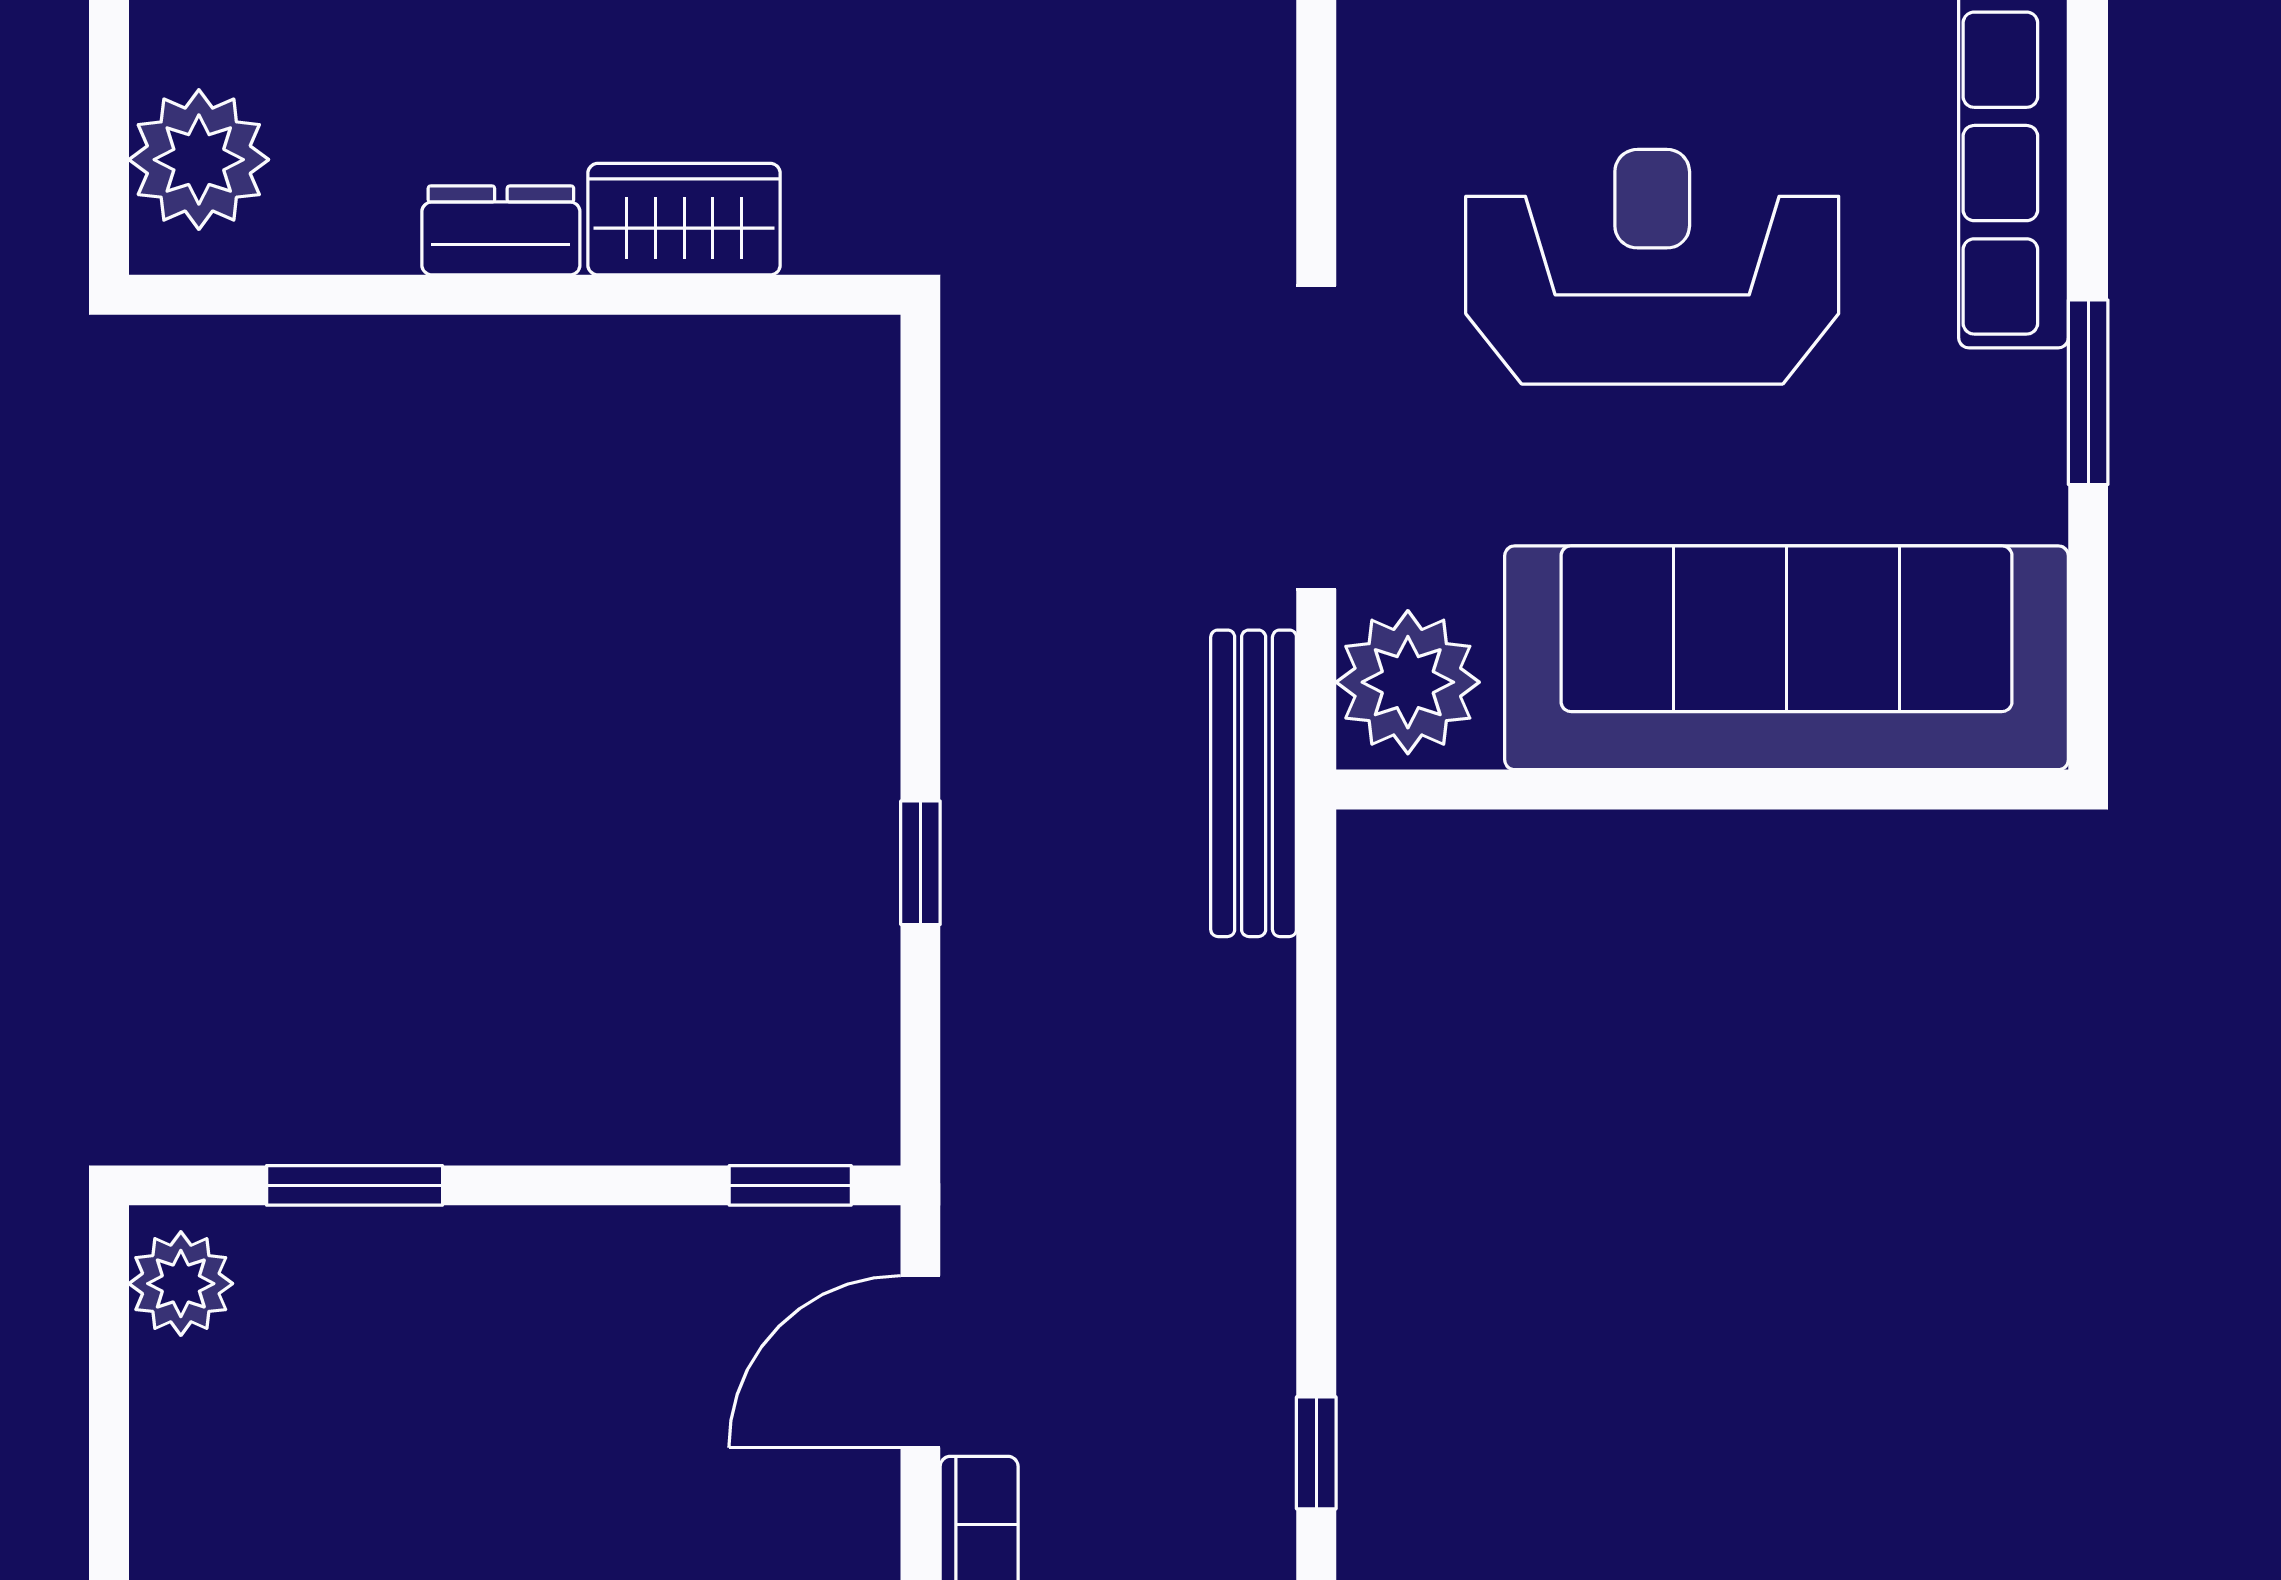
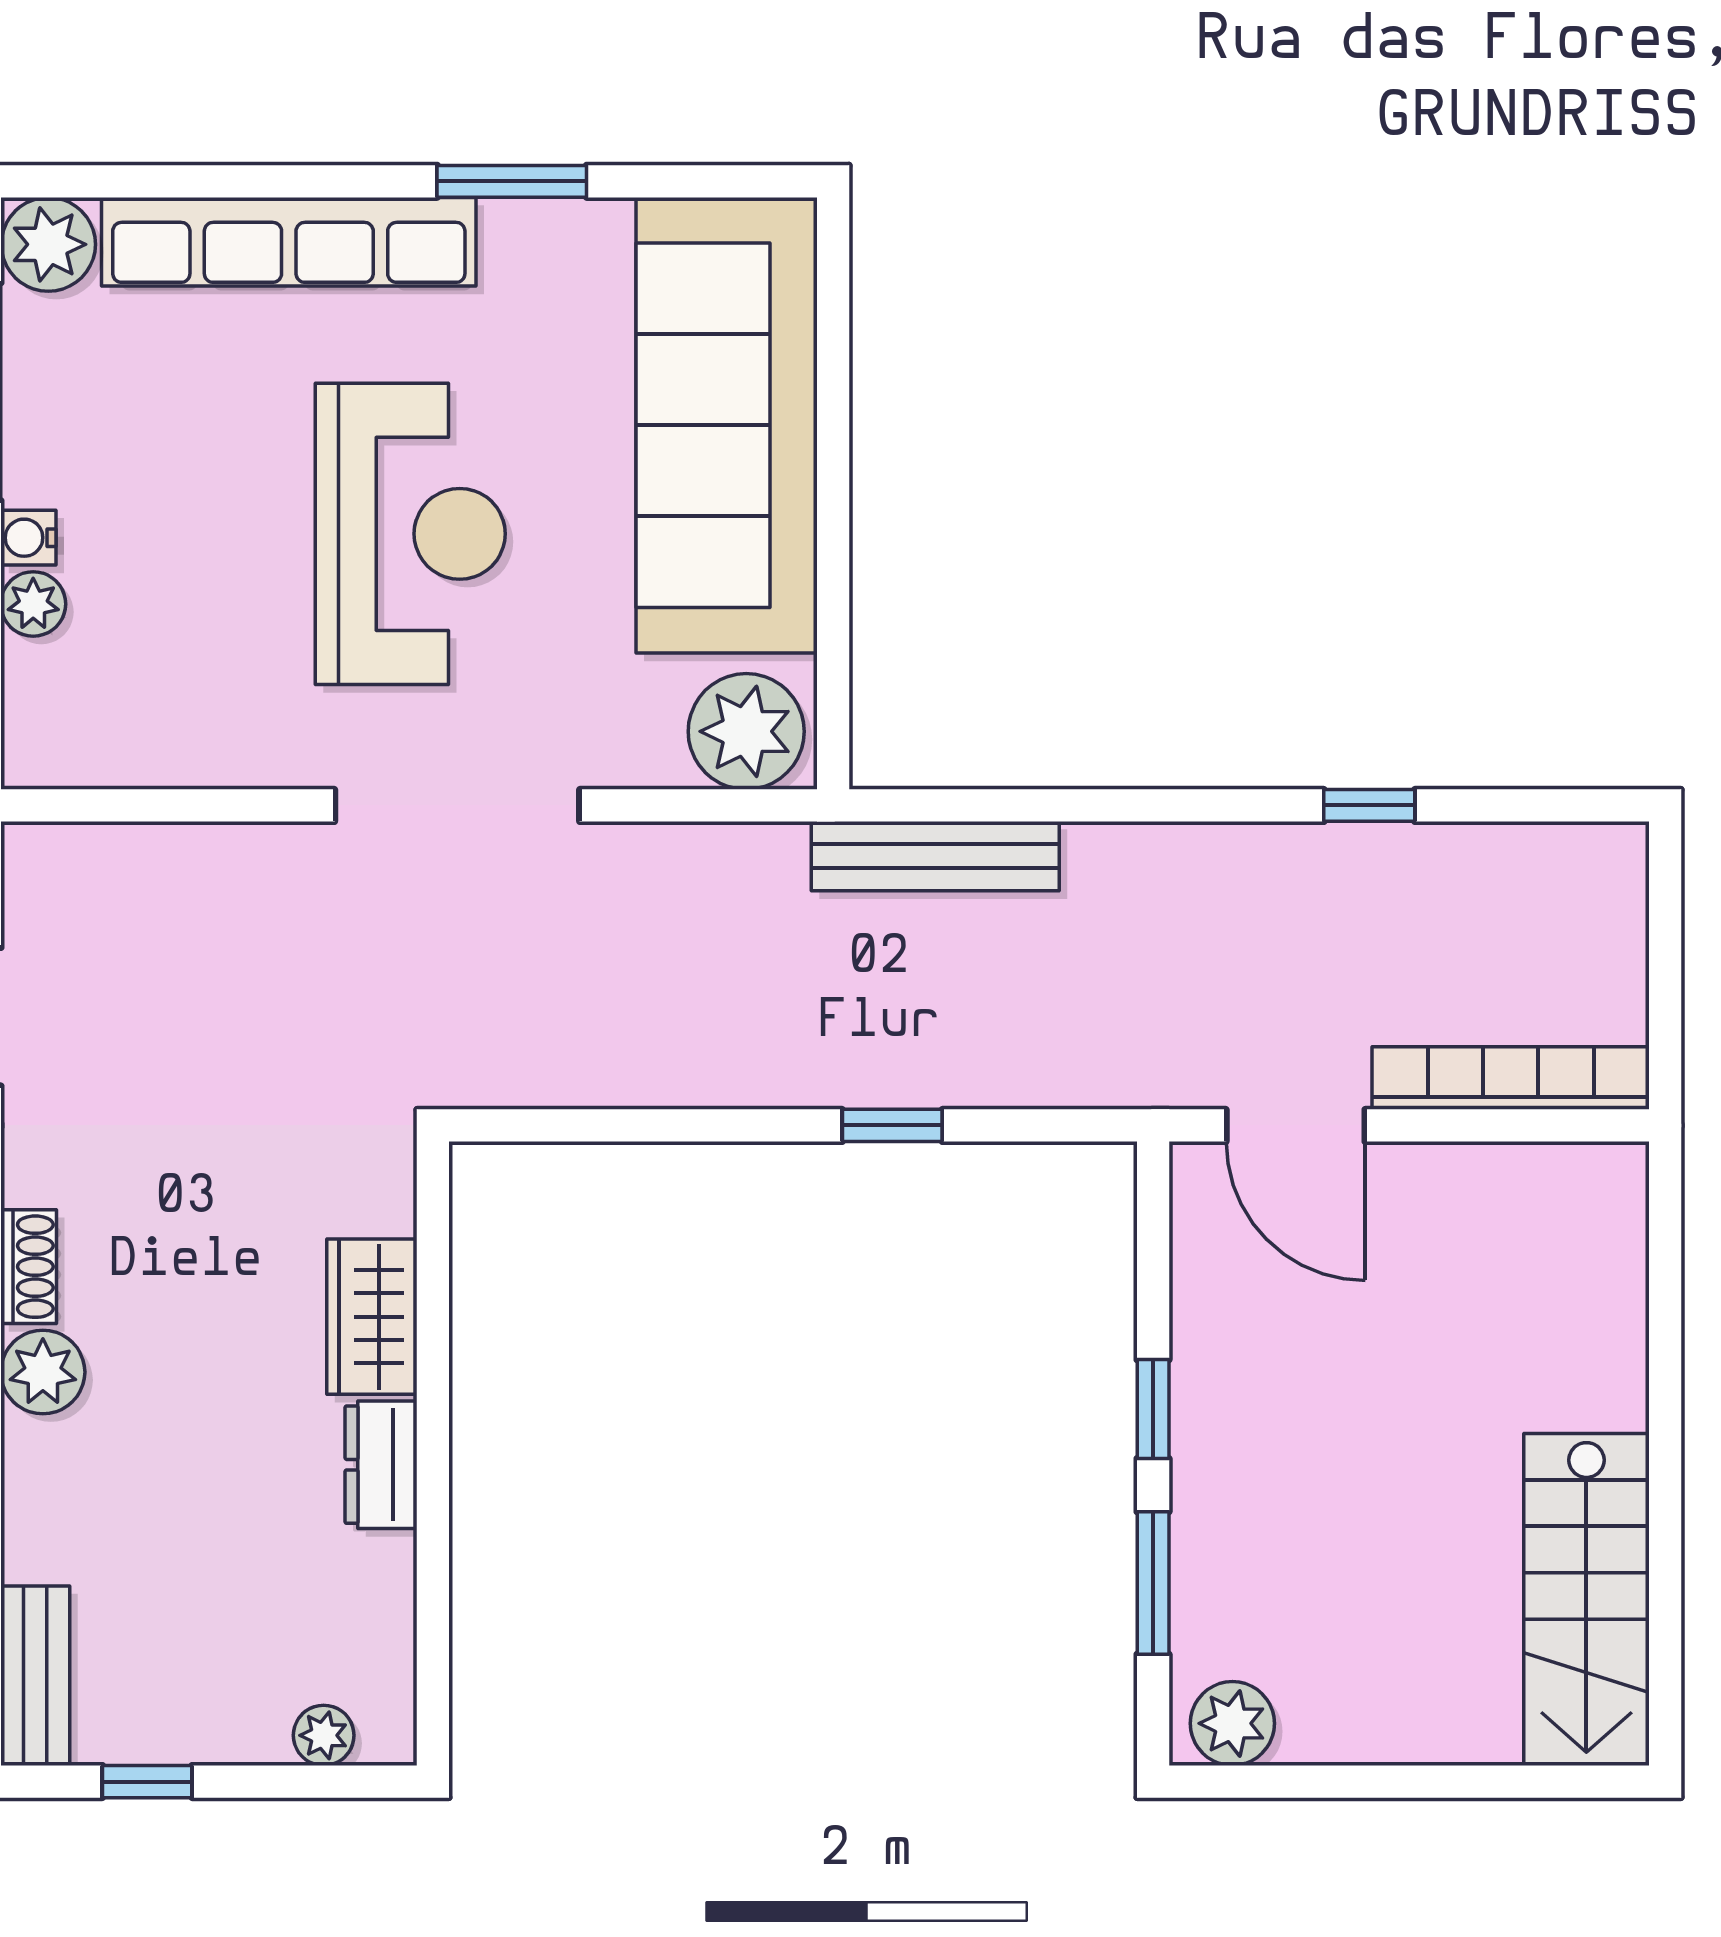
plant: (199, 160) -> (324, 1735), width x0.53, depth x0.53
reception desk: (1652, 267) -> (410, 534), turned 180
doorway: (1316, 438) -> (457, 805), moved
bench: (1254, 783) -> (935, 856), moved
window: (790, 1185) -> (1153, 1409), moved

